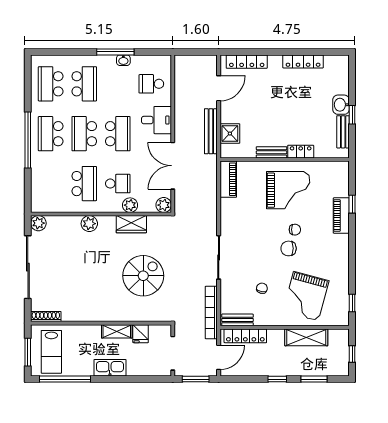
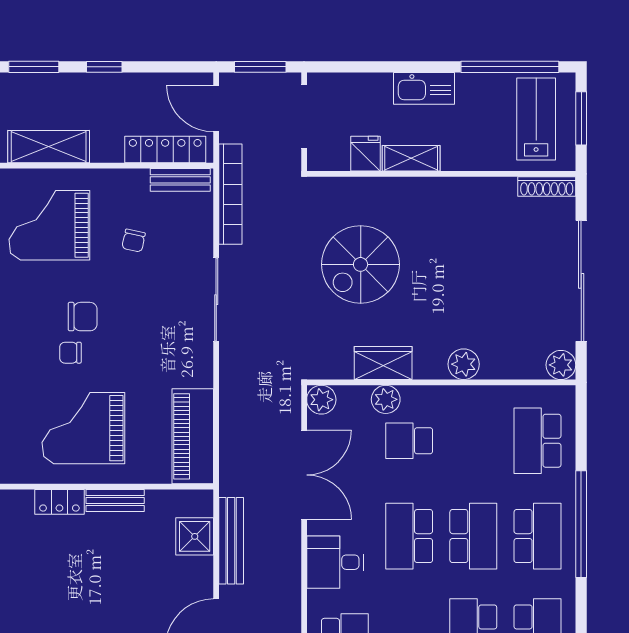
piano: (228, 179) -> (193, 436), width x1.37, depth x1.33
school desk: (84, 184) -> (537, 441), moved
grand piano: (306, 296) -> (49, 225), turned -105
door: (219, 357) -> (216, 109), hinge flipped

